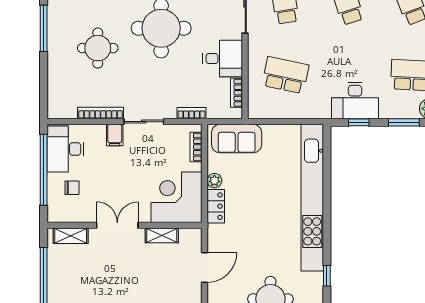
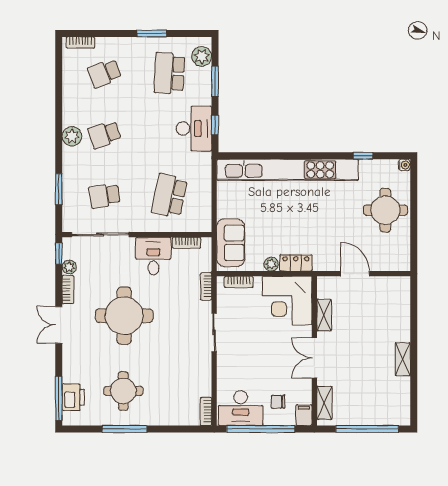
round table: (98, 48) -> (123, 391), moved
bookcase: (101, 113) -> (206, 411), moved, width x0.64
filing cabinet: (115, 135) -> (304, 415), moved, turned -90
chair: (72, 188) -> (278, 402), turned -90

